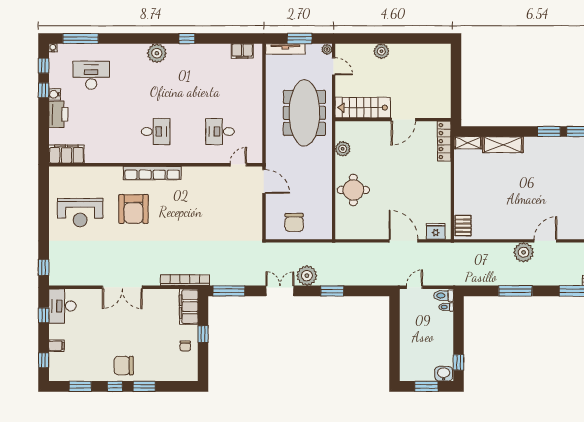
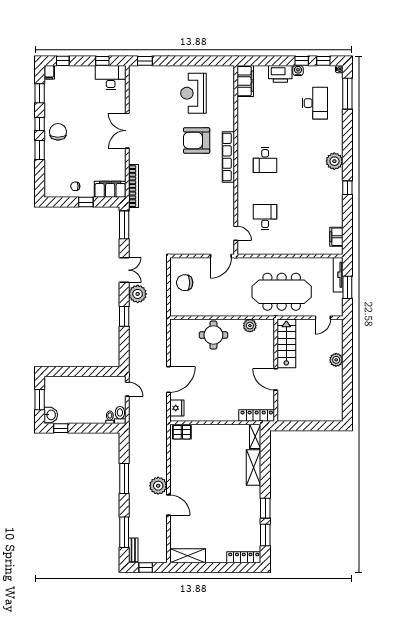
plant: (327, 49) -> (338, 312), removed
filing cabinet: (56, 346) -> (49, 72), moved

